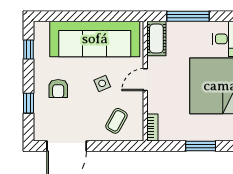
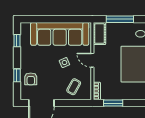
door: (145, 80) -> (92, 60), hinge flipped
armchair: (58, 89) -> (31, 79), moved
window: (201, 146) -> (113, 103), moved

